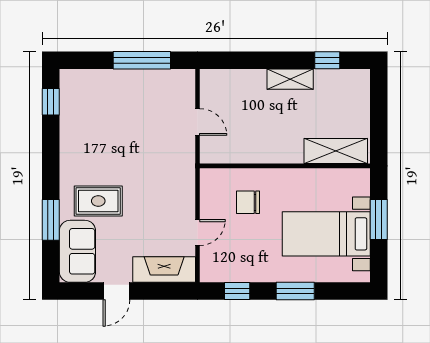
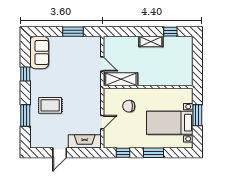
window: (142, 60) -> (73, 32), width x0.69
window: (51, 102) -> (25, 74), moved
shelving: (336, 151) -> (121, 79), moved
sofa: (77, 251) -> (39, 52), moved

